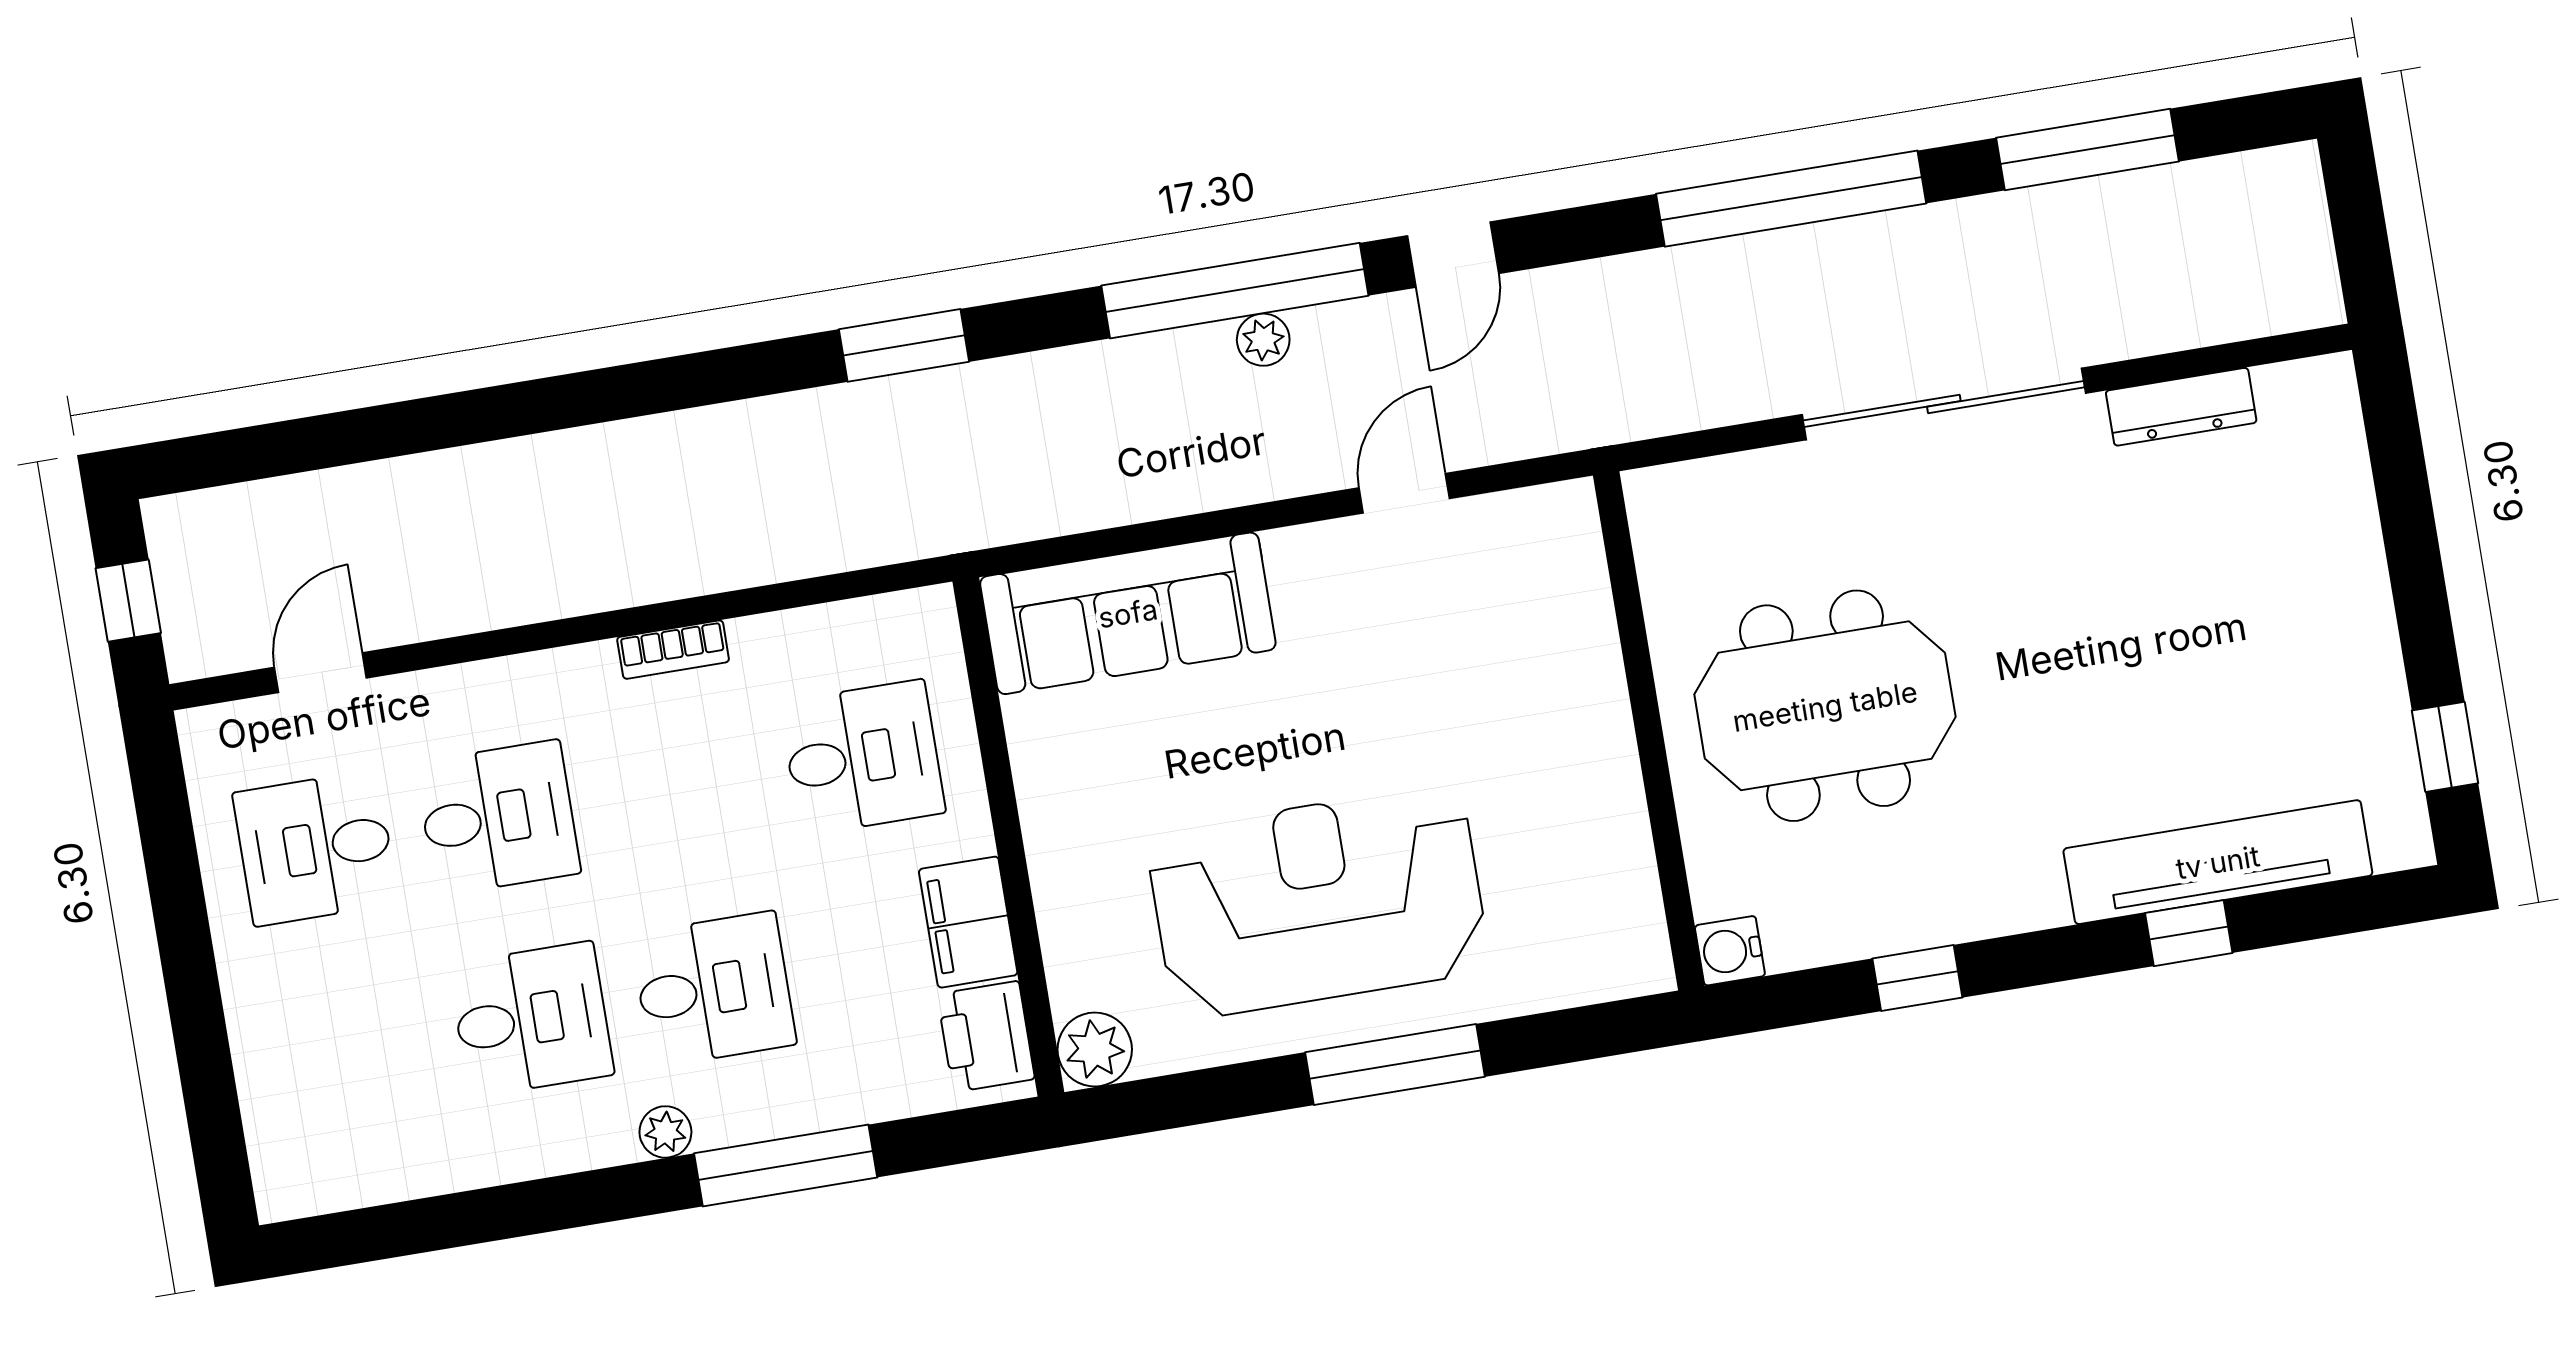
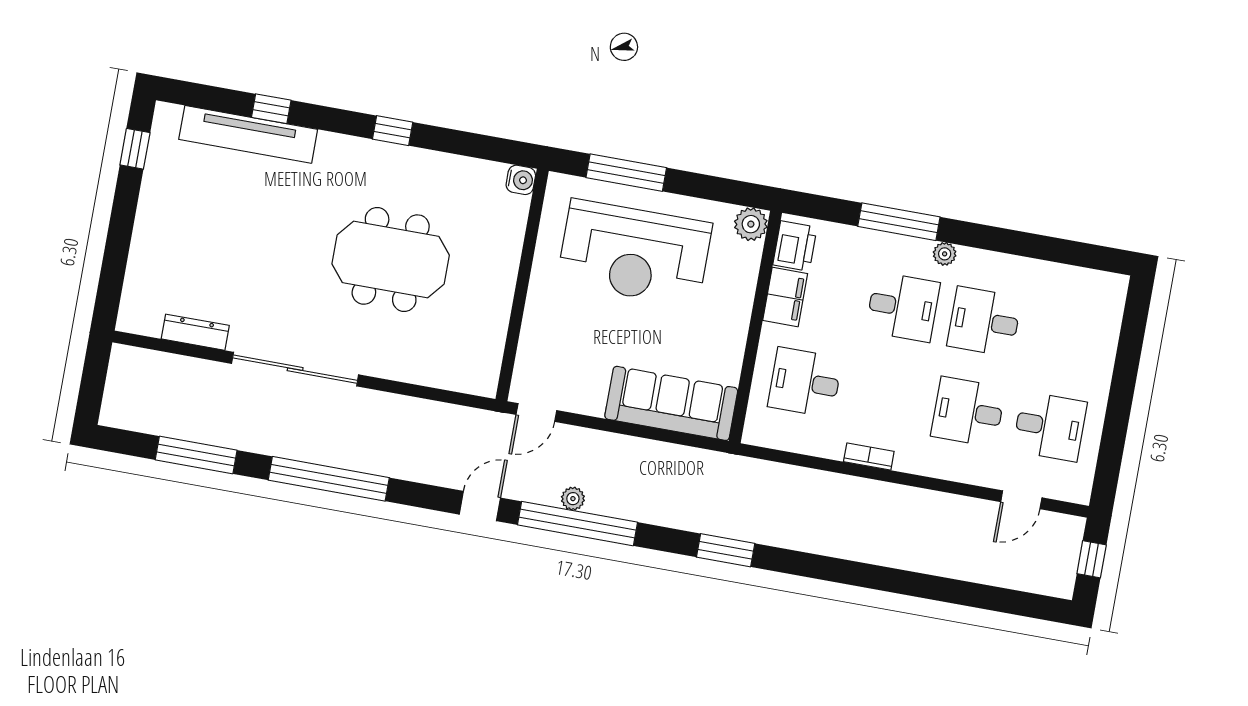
wall: (1649, 731) -> (522, 285), moved
water cooler: (1730, 951) -> (521, 180), moved
desk: (714, 989) -> (903, 307), turned 180

